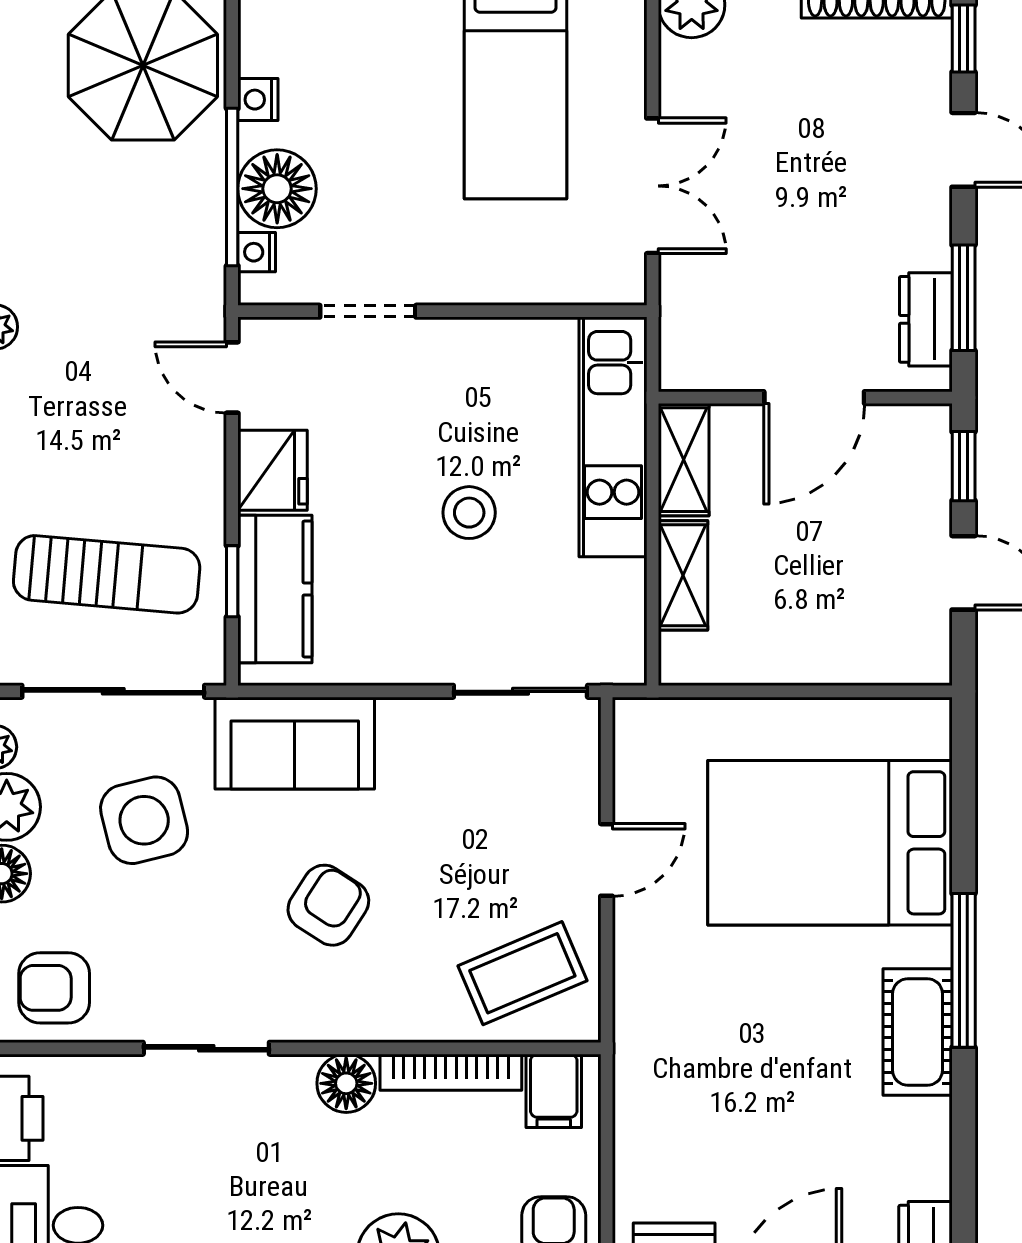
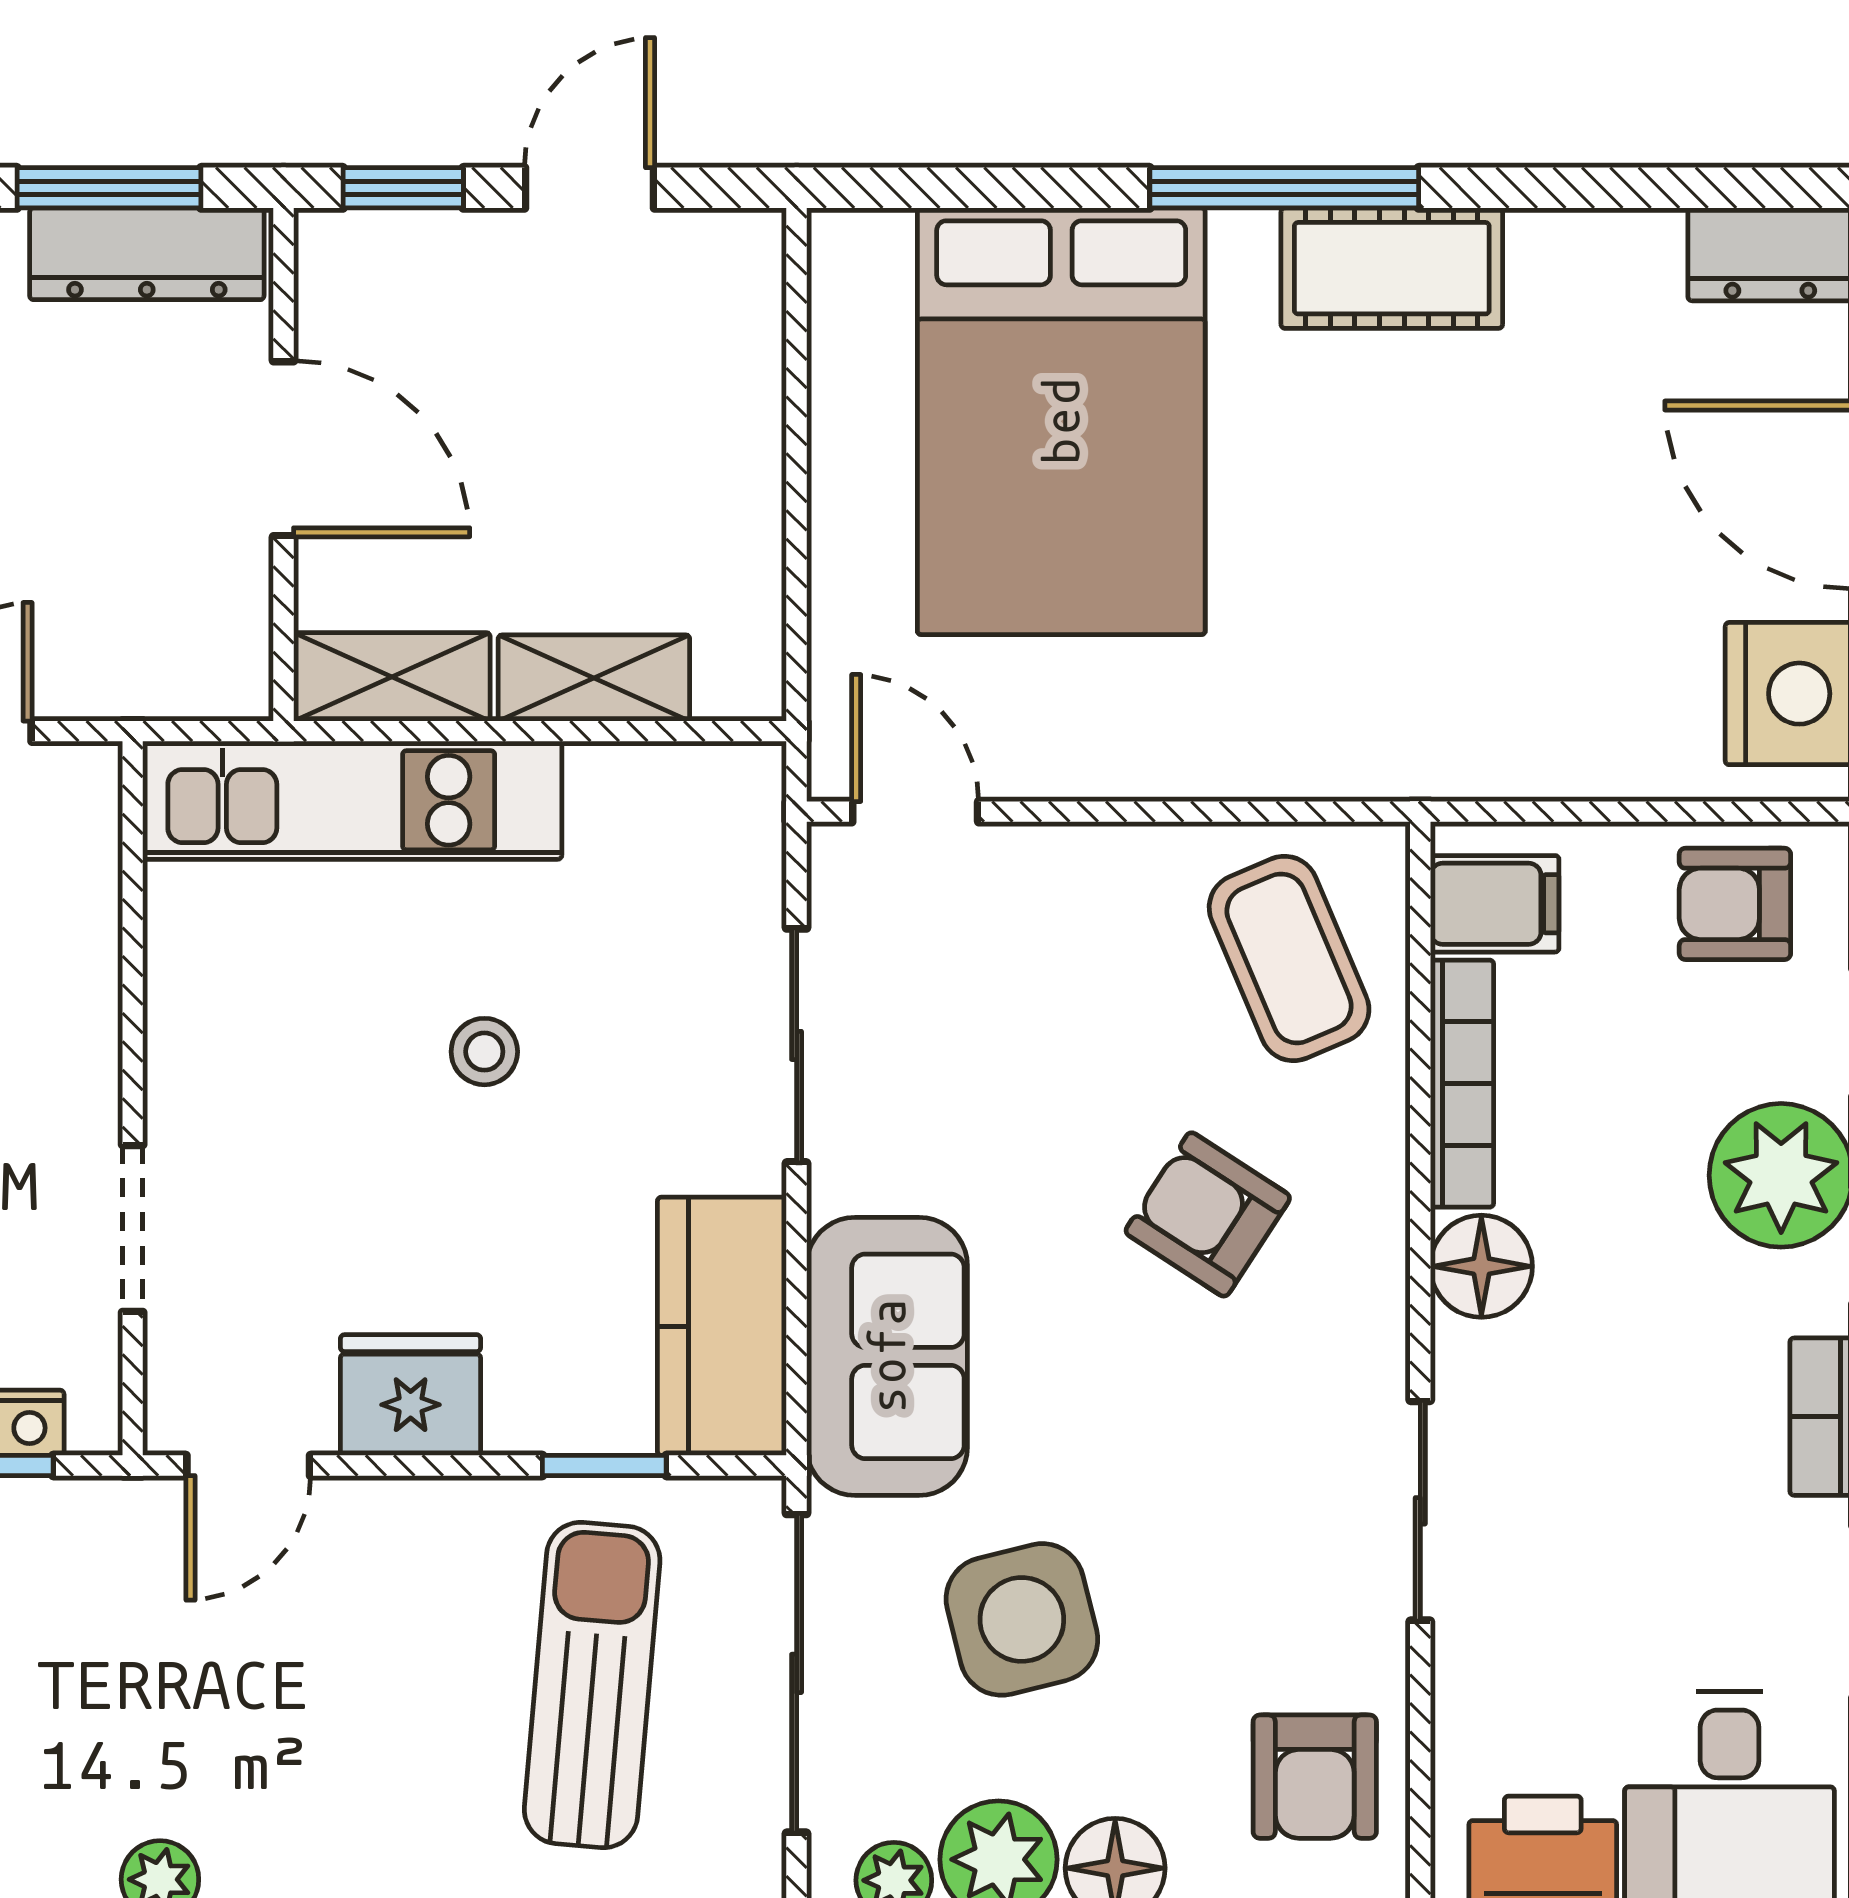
dresser: (926, 319) -> (147, 254), width x1.44
stool: (469, 513) -> (484, 1052), width x0.73, depth x0.73
kitchen counter: (275, 589) -> (722, 1326), moved, turned -90
sliding door: (520, 691) -> (797, 1045), moved
door: (607, 860) -> (915, 812), moved
armchair: (328, 905) -> (1208, 1214), moved

